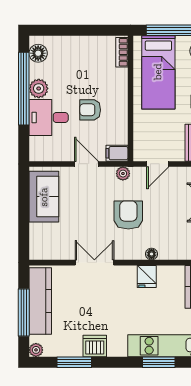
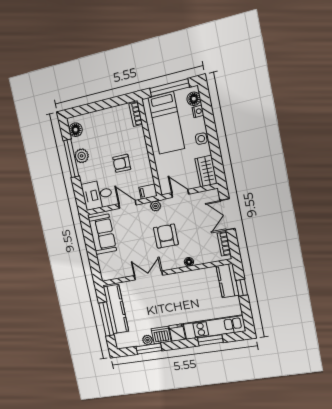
window: (24, 89) -> (71, 158), width x0.68
desk: (49, 118) -> (97, 195), moved
door: (158, 164) -> (180, 193), swing flipped
fridge: (147, 276) -> (177, 333), moved, turned 180
plant: (36, 350) -> (148, 340), moved

